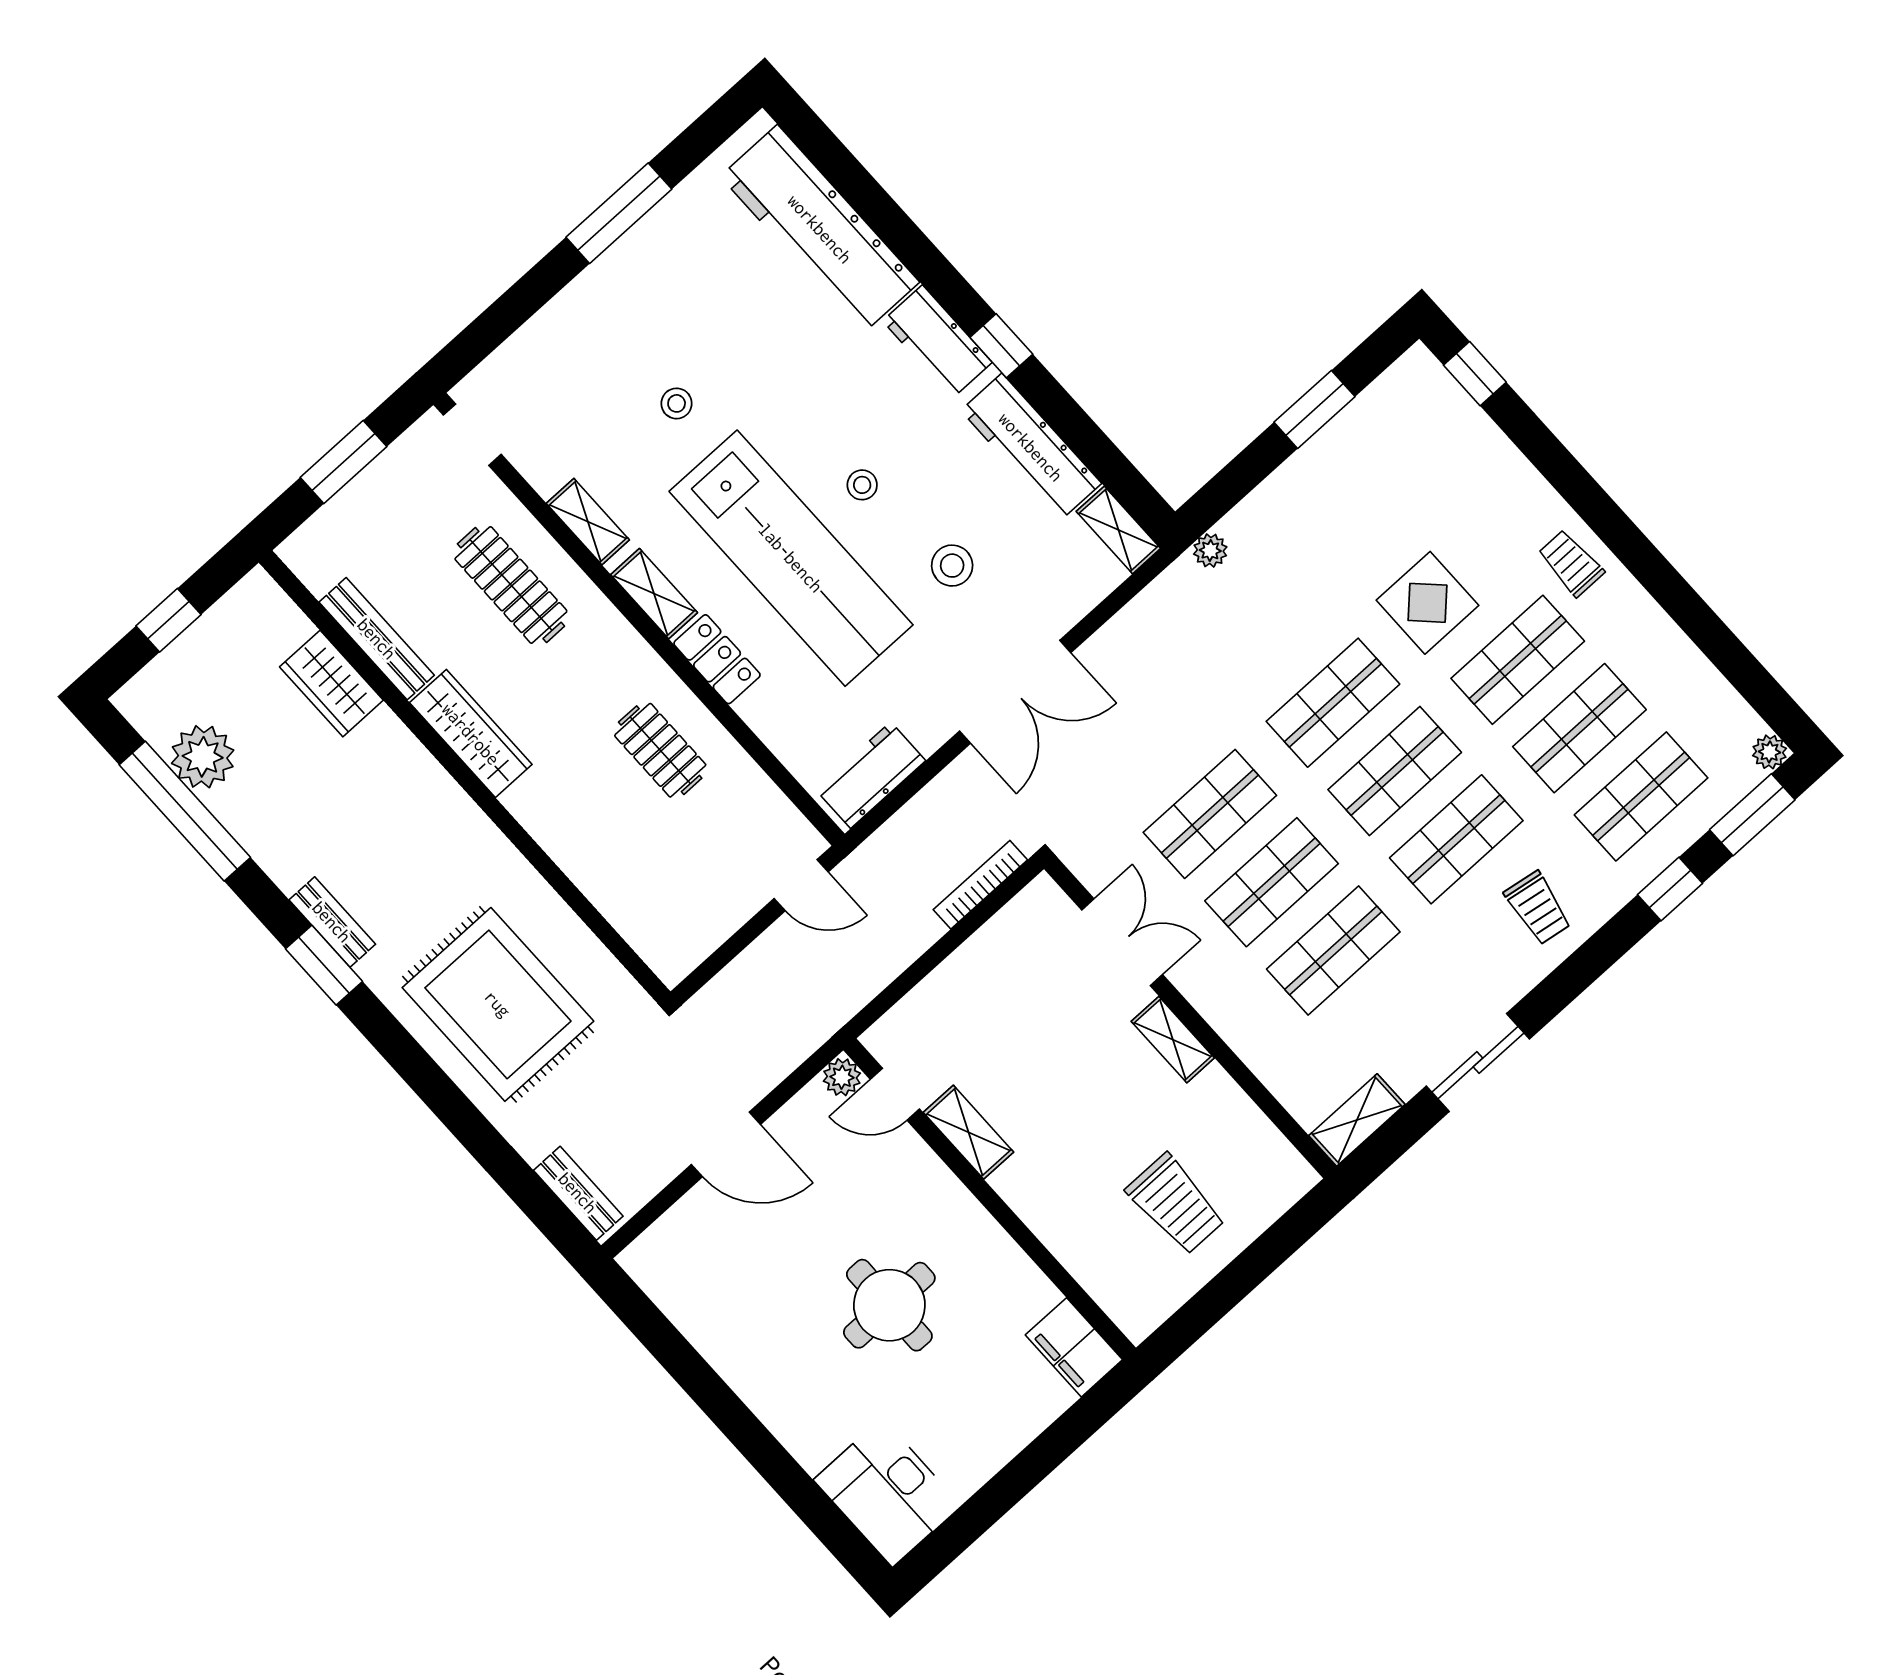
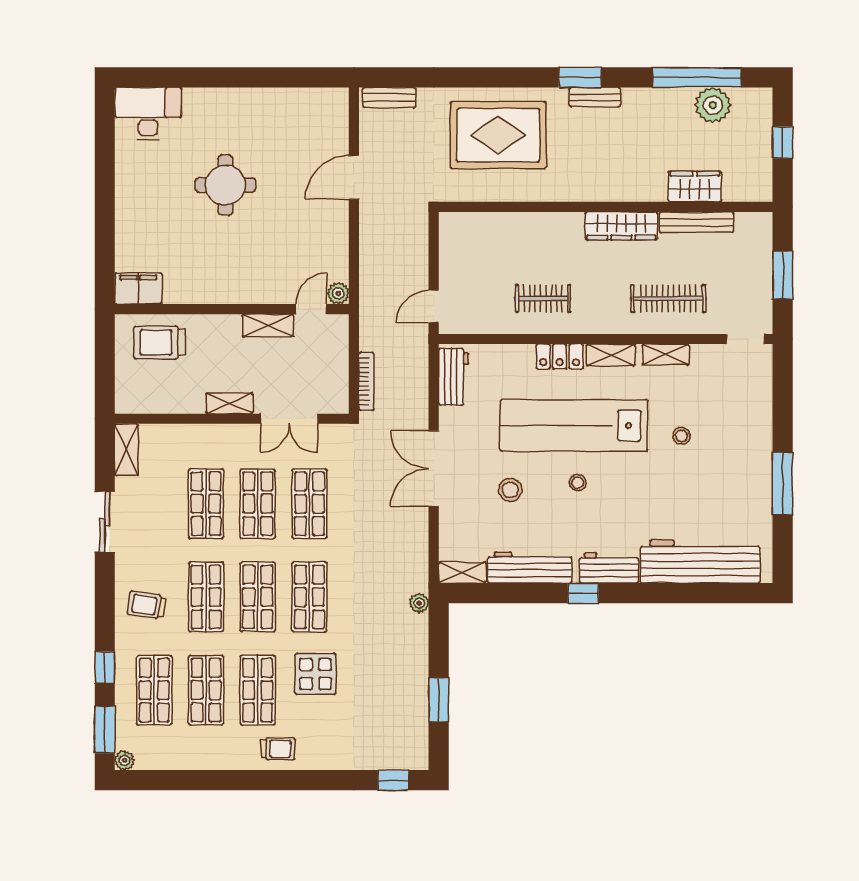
plant: (842, 1077) -> (338, 293), moved
door: (895, 1094) -> (311, 309), moved
shelving: (968, 1132) -> (268, 325), moved
wall: (990, 1199) -> (232, 309), moved
filing cabinet: (1074, 1347) -> (138, 288), moved

